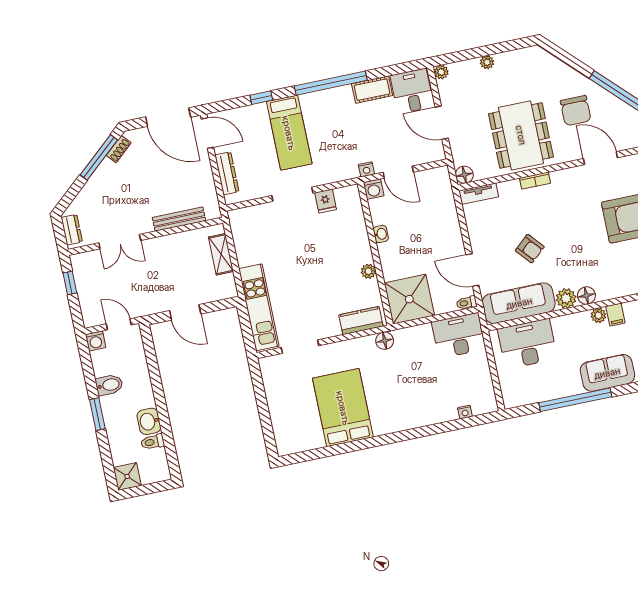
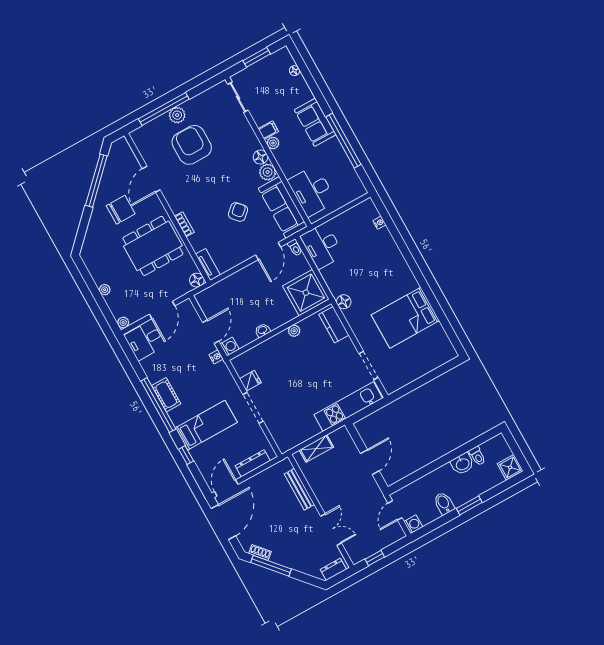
cot: (372, 90) -> (166, 395), moved

